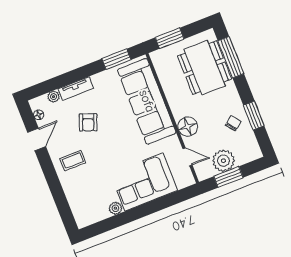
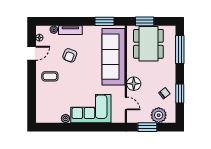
dining table: (205, 68) -> (148, 44), moved
plant: (224, 161) -> (159, 115), moved

